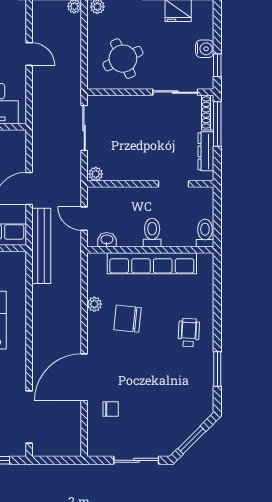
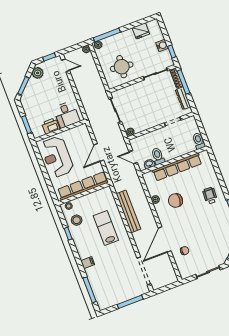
door: (29, 54) -> (65, 65), moved
round table: (123, 59) -> (122, 67), turned 32
toilet: (152, 233) -> (158, 156), moved
bench: (41, 246) -> (128, 211), moved

